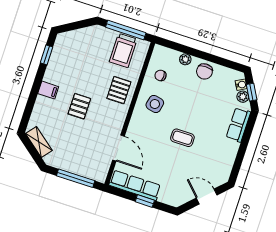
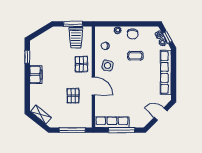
window: (126, 30) -> (73, 24), width x0.69
filing cabinet: (48, 90) -> (36, 75), width x2.00
pallet: (79, 106) -> (73, 96), moved
row of seats: (238, 125) -> (166, 72), width x2.02
coffee table: (182, 138) -> (135, 56), moved
door: (118, 148) -> (93, 86), moved
window: (145, 201) -> (122, 130), width x2.17

